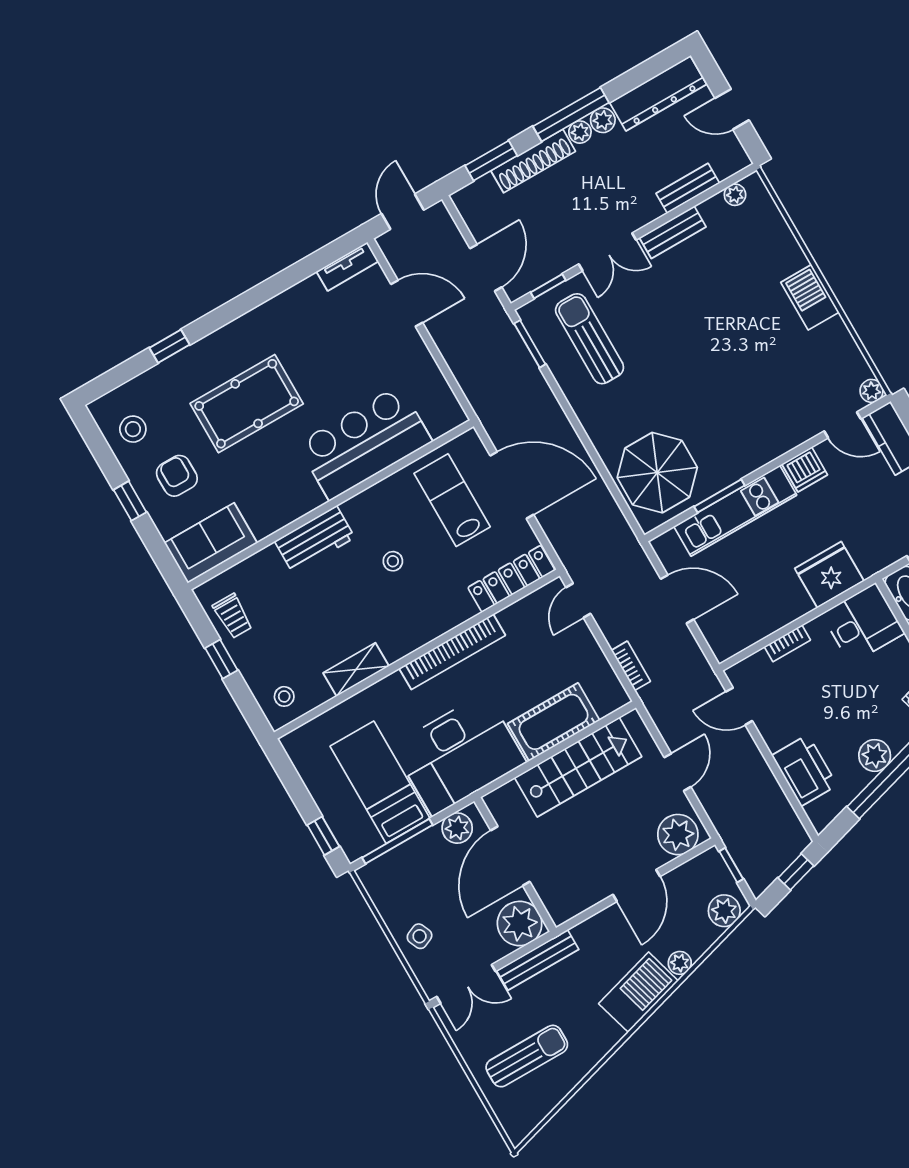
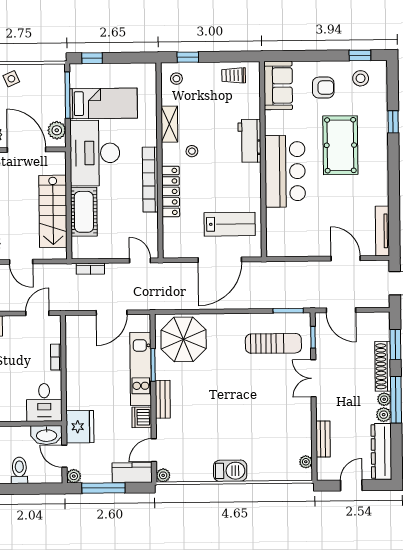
bench: (673, 232) -> (163, 399), moved
tv unit: (347, 266) -> (382, 231), width x1.41
door: (407, 303) -> (346, 258), swing flipped
bar counter: (365, 443) -> (285, 171), moved
window: (130, 501) -> (360, 55), moved
stool: (393, 561) -> (192, 151), moved
fridge: (829, 575) -> (80, 427), moved
locker: (511, 579) -> (171, 191), moved
window: (221, 659) -> (188, 57), moved

